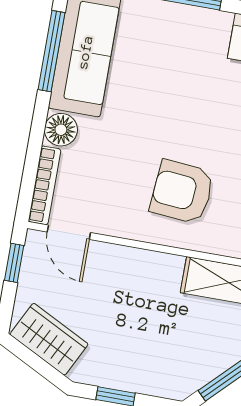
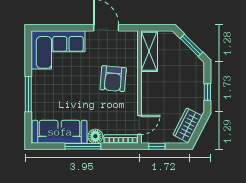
window: (51, 51) -> (83, 146), moved

